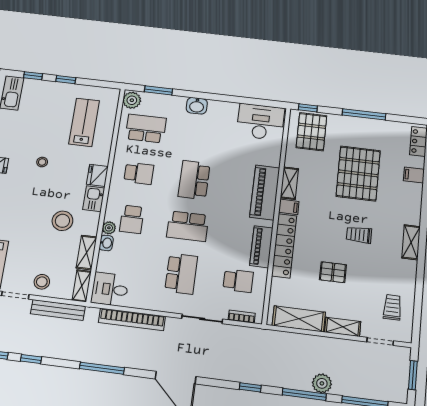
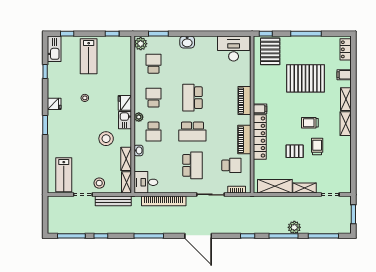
window: (66, 80) -> (112, 34), moved
lab bench: (84, 122) -> (89, 56), moved, turned 180
school desk: (146, 128) -> (153, 64), width x0.54
school desk: (139, 173) -> (153, 98), turned -90
pallet: (358, 173) -> (306, 78), turned 90
shelving: (289, 183) -> (346, 99), moved
piano: (265, 192) -> (244, 101), width x0.73, depth x0.75
plant: (109, 228) -> (139, 117), moved
trolley: (392, 307) -> (317, 146), moved

